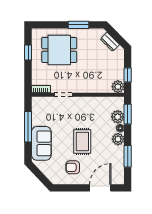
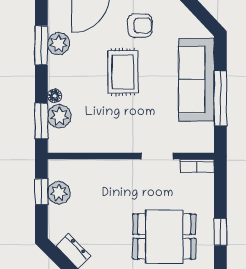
plant: (118, 87) -> (59, 193), moved
plant: (118, 139) -> (59, 44), moved
sofa: (41, 143) -> (196, 80), width x1.36

